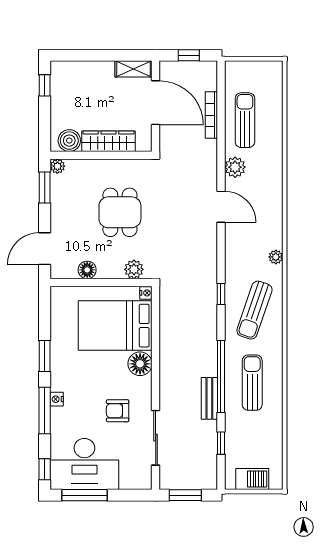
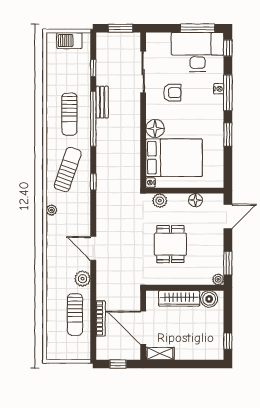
nightstand: (57, 399) -> (219, 89), moved

